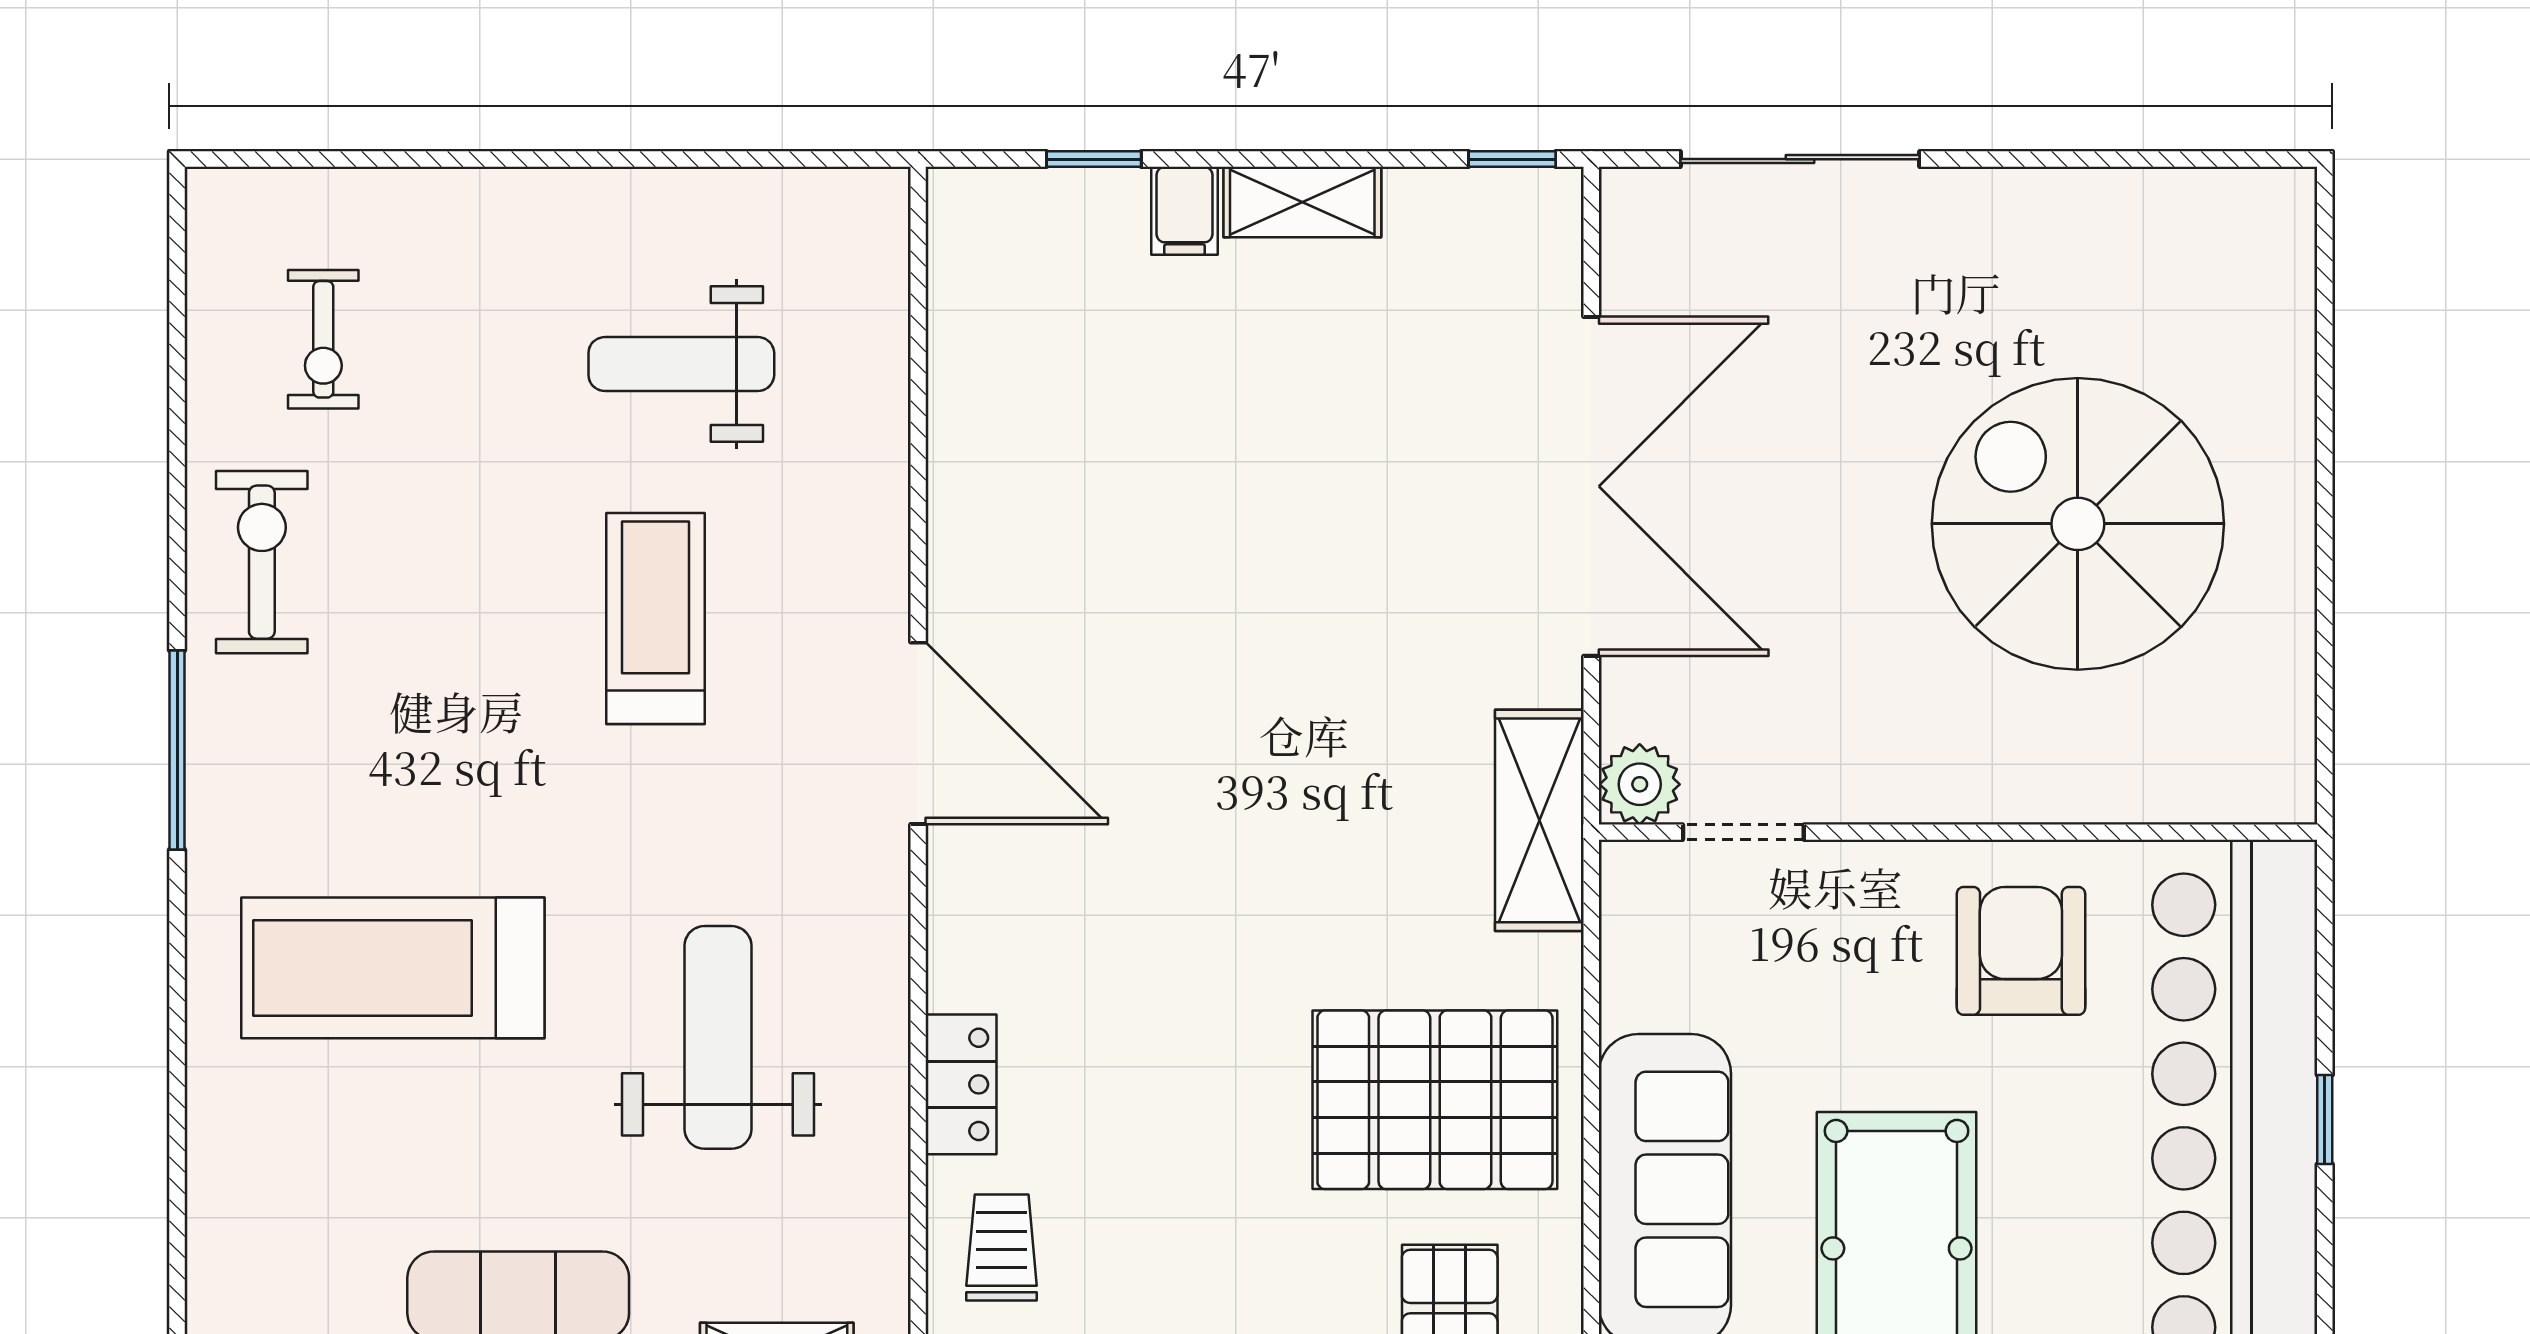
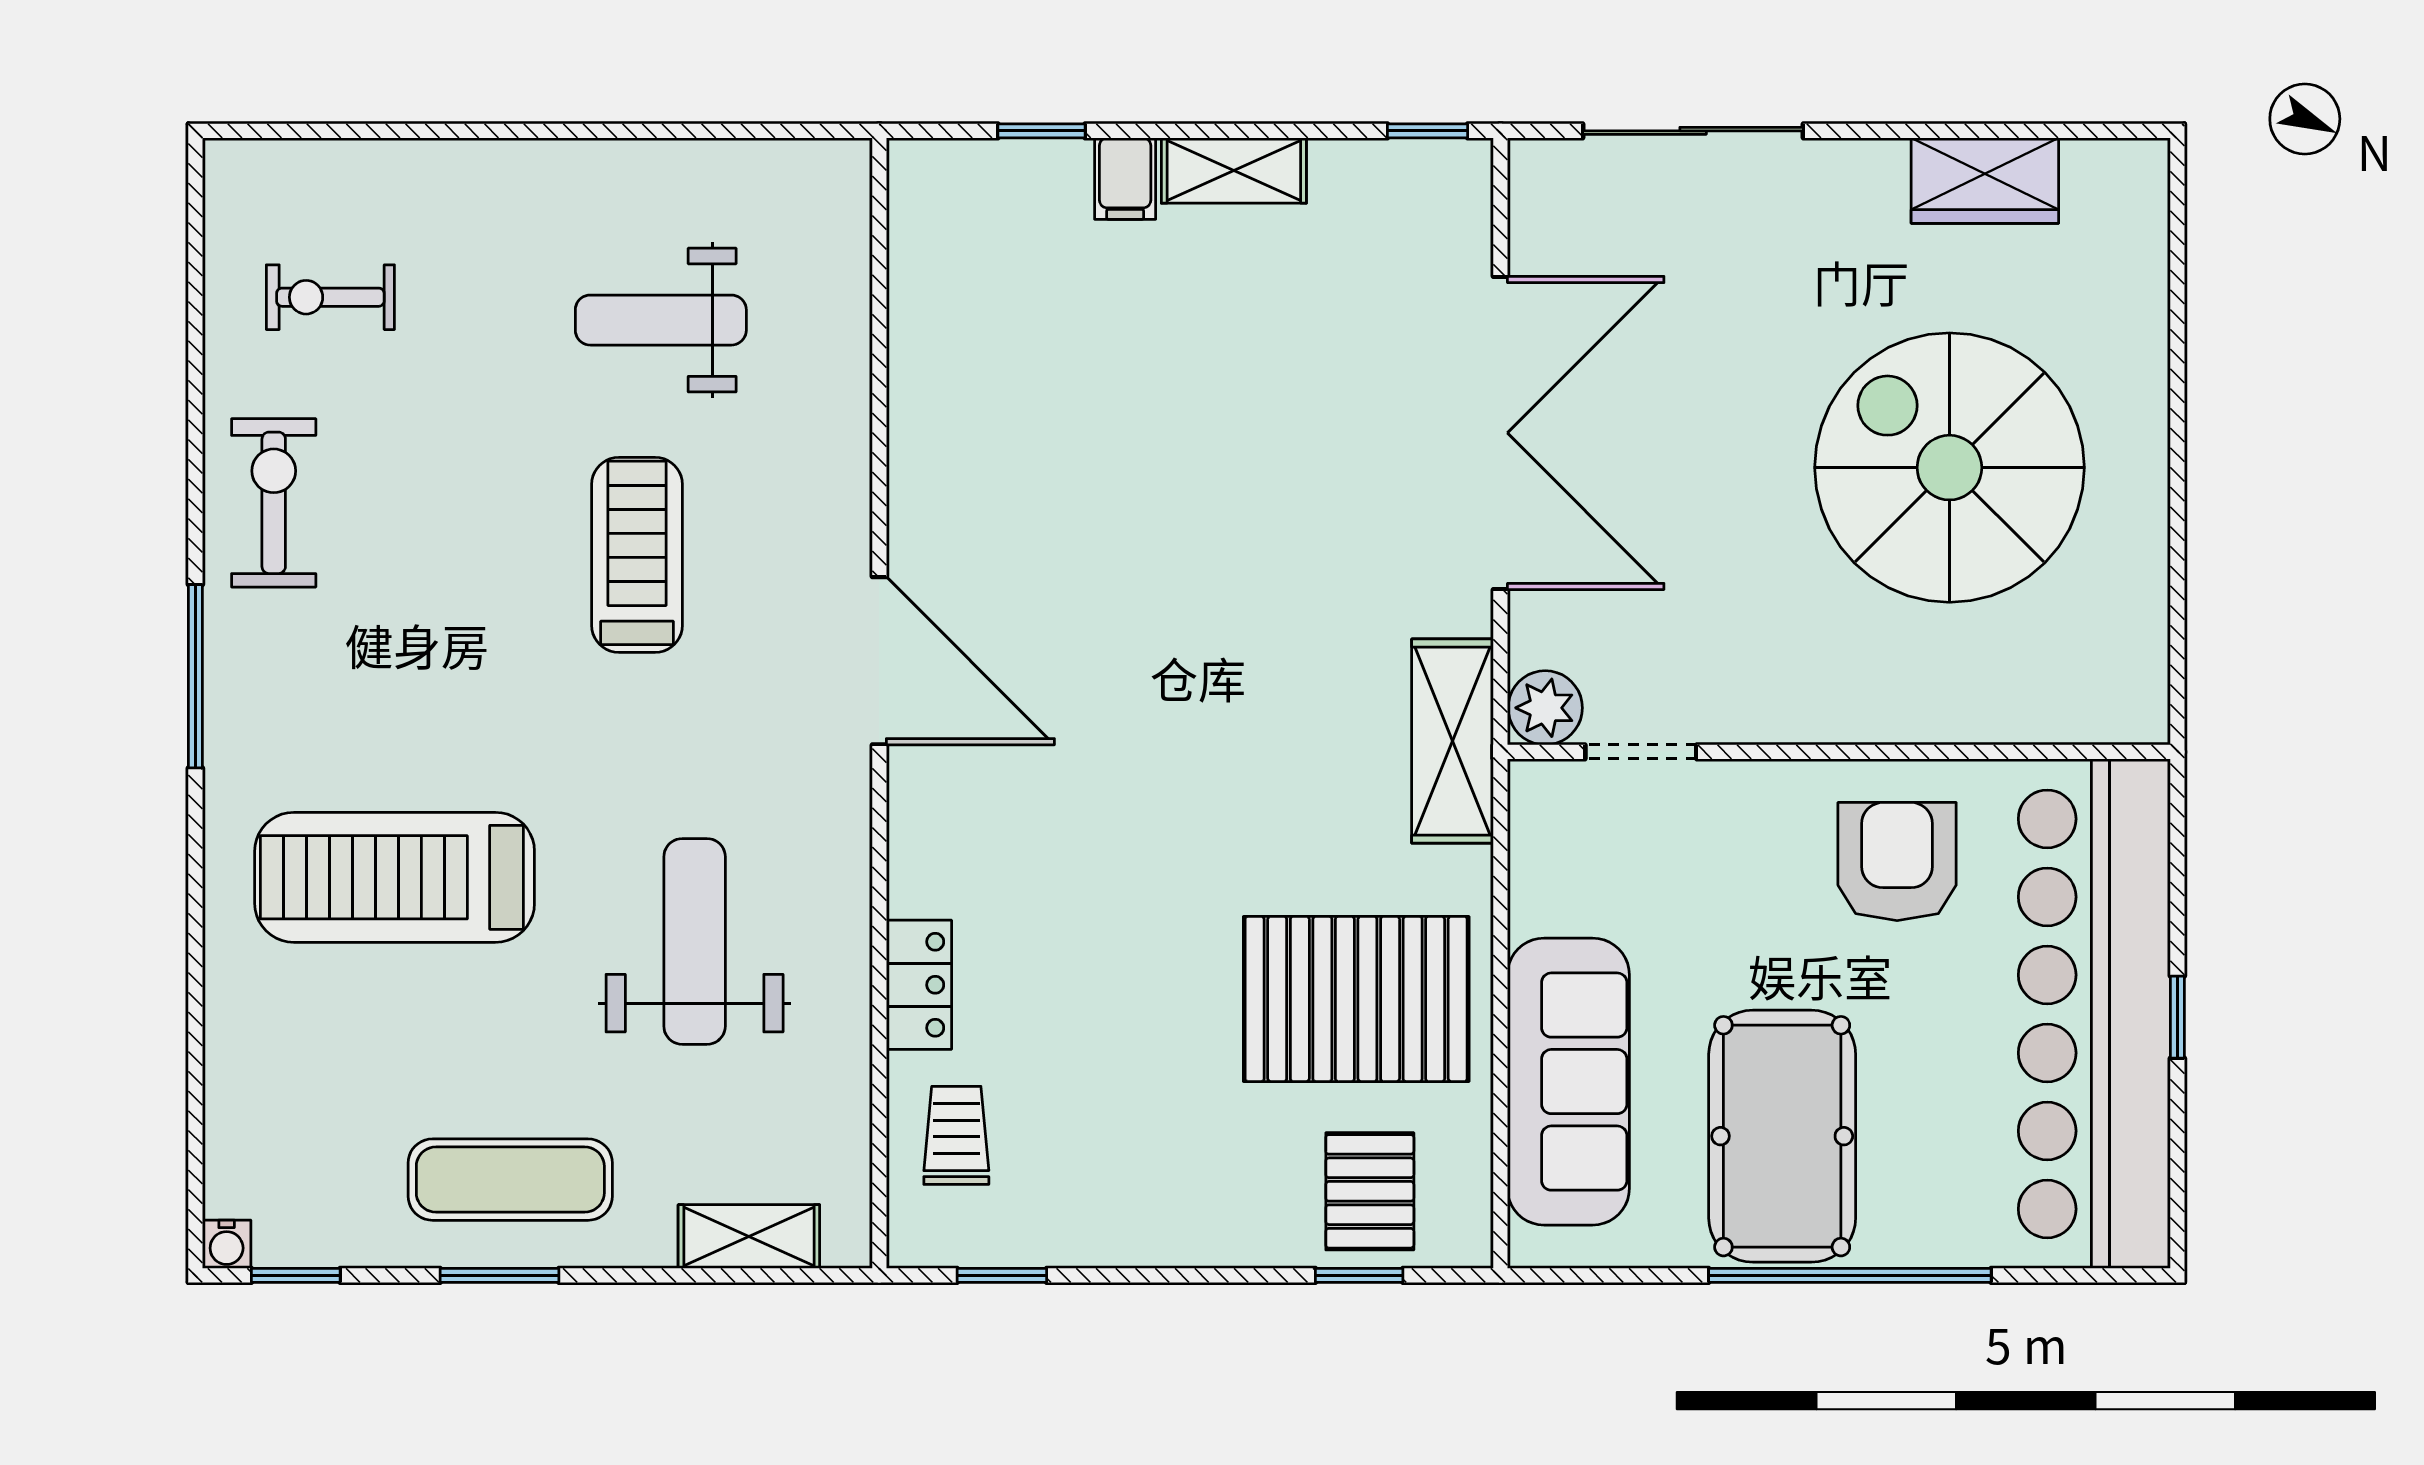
wardrobe: (2116, 213) -> (1985, 181), added
exercise bike: (323, 339) -> (330, 297), turned 90

